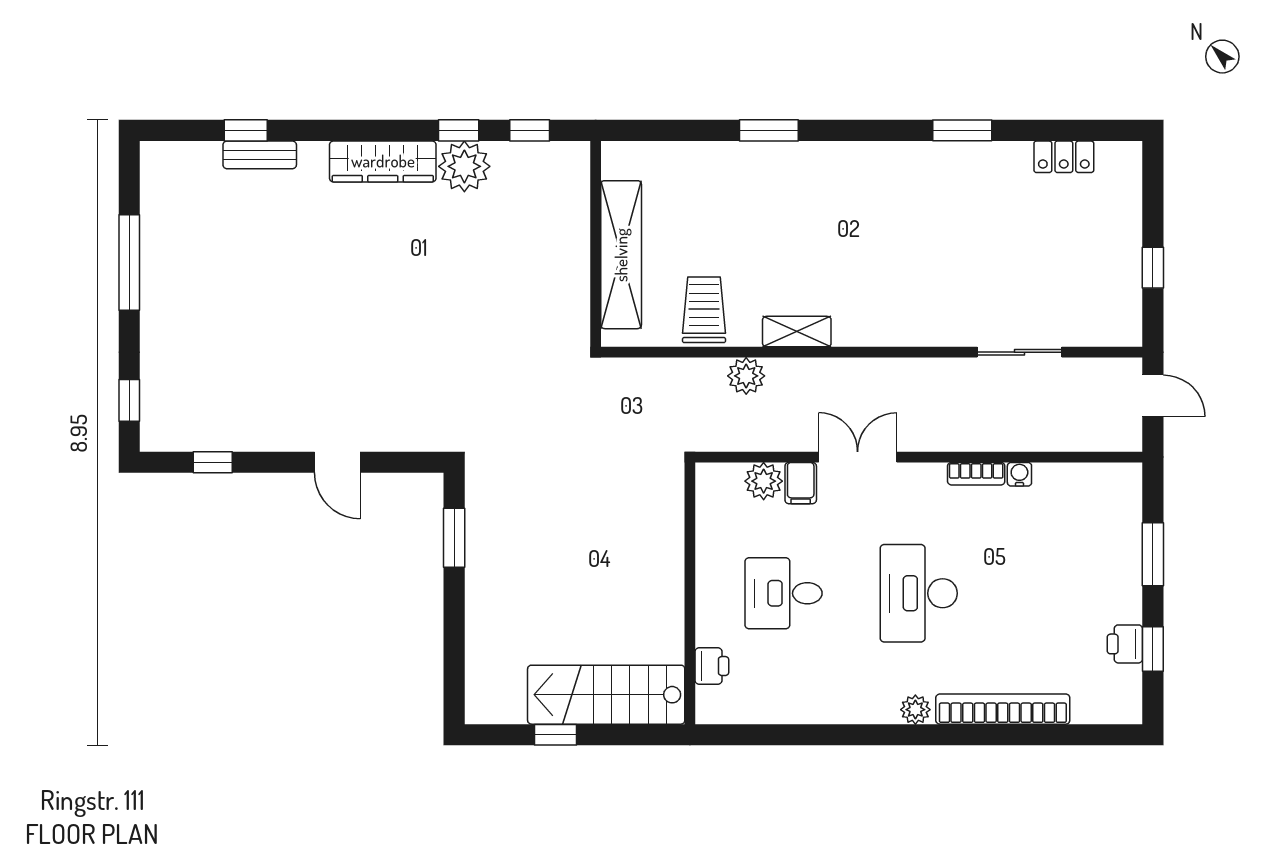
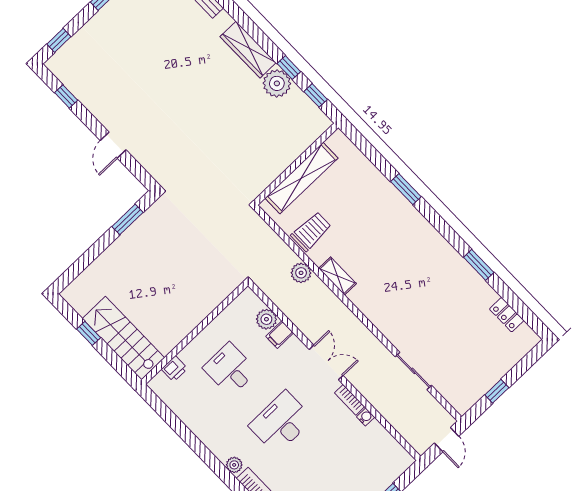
double door: (858, 457) -> (326, 362), moved

